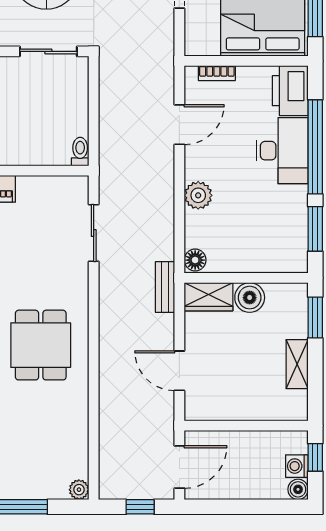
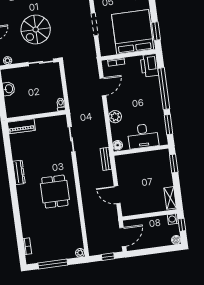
desk: (282, 151) -> (143, 136), moved, turned 90
wardrobe: (209, 297) -> (126, 161), removed
boiler: (250, 298) -> (144, 158), removed
shelving: (297, 364) -> (170, 198), moved
washing machine: (297, 466) -> (173, 219), moved

